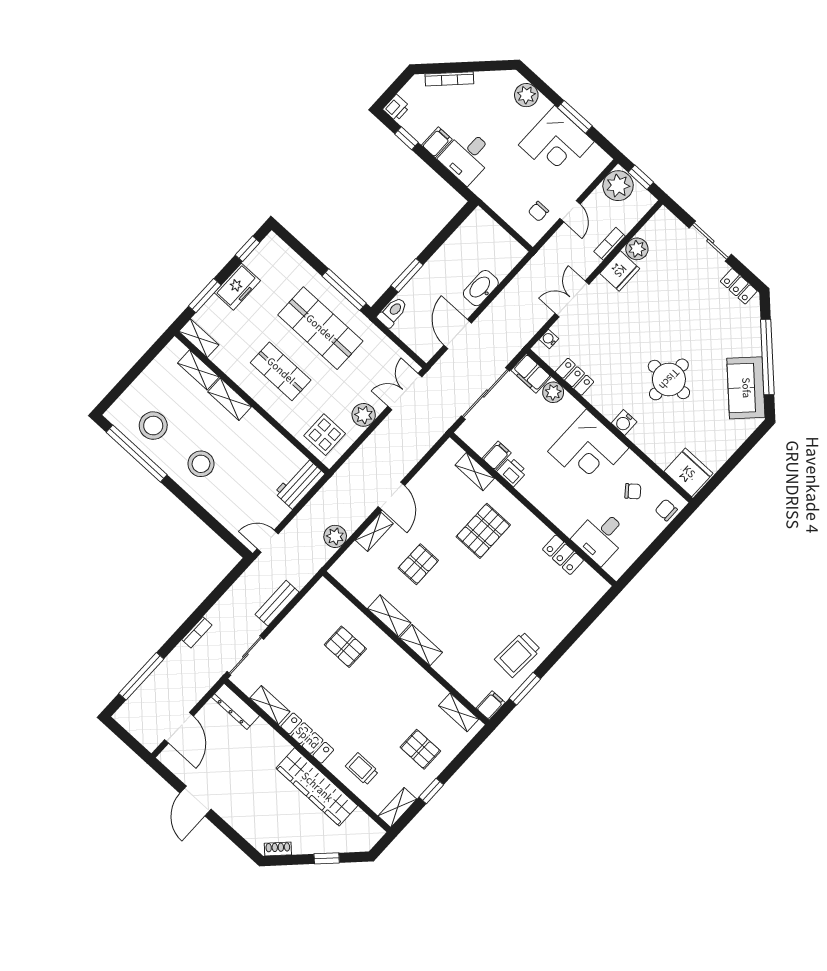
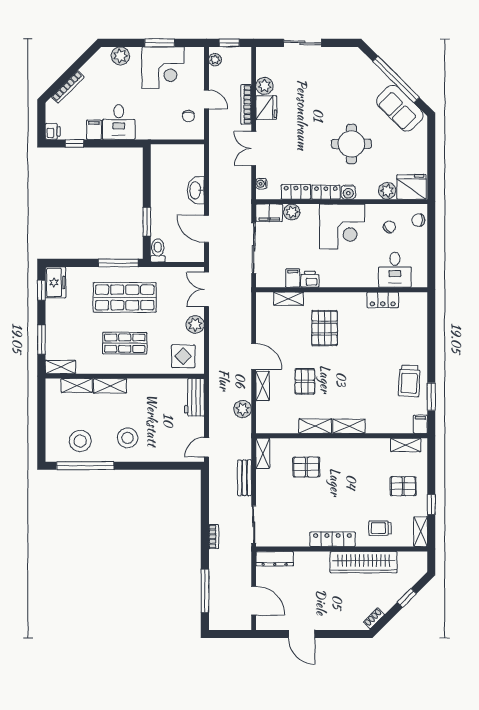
plant: (618, 186) -> (215, 60), width x0.53, depth x0.53
bookcase: (610, 244) -> (246, 105), width x1.56
locker: (739, 286) -> (326, 192), moved, turned 180
freezer: (237, 287) -> (55, 282), moved
plant: (662, 455) -> (387, 191), added
shelving: (270, 705) -> (263, 453), moved, turned 90

